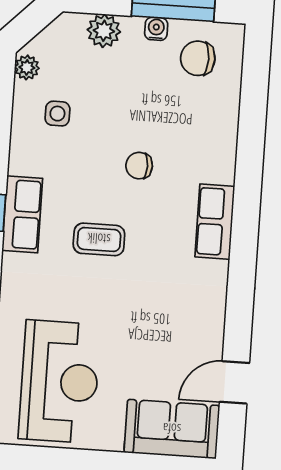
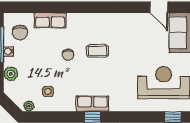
row of seats: (215, 222) -> (50, 20), moved
coffee table: (99, 239) -> (97, 51), moved, turned 90

